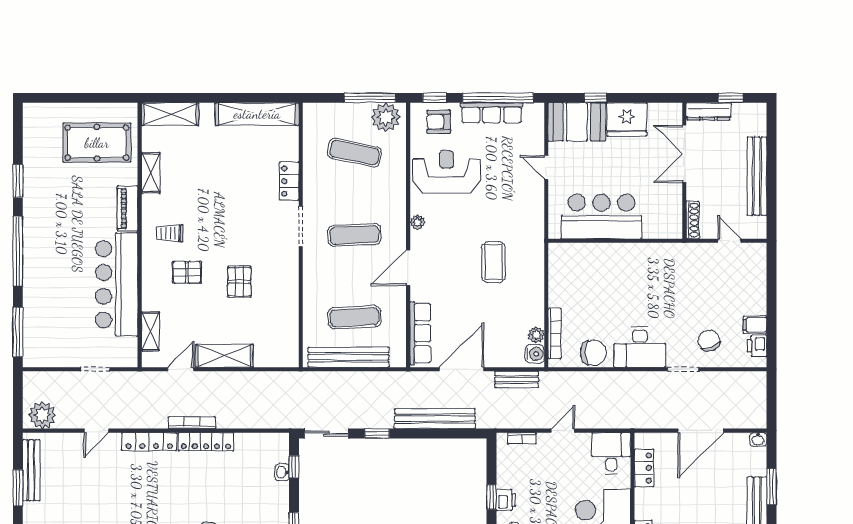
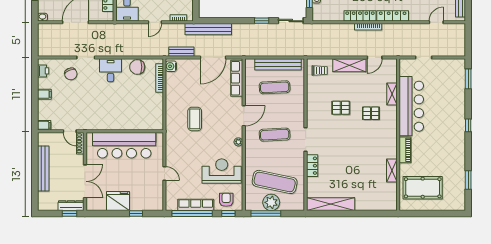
window: (731, 98) -> (69, 213), moved
shelving: (170, 114) -> (381, 204), removed
plant: (386, 117) -> (271, 202), moved
armchair: (439, 122) -> (226, 200), turned -90
booth: (577, 122) -> (147, 200), removed
exercise mat: (354, 153) -> (275, 182), width x1.36, depth x1.45
reception desk: (446, 172) -> (222, 171), turned 180
window: (18, 181) -> (468, 180), moved
bar counter: (601, 216) -> (124, 145), width x1.36
trolley: (170, 233) -> (320, 70), moved
door: (729, 241) -> (70, 131), moved
window: (18, 251) -> (468, 125), width x0.32
filing cabinet: (755, 251) -> (44, 125), added
pallet: (239, 282) -> (341, 108), turned 90
filing cabinet: (755, 325) -> (44, 94), moved
shelving: (150, 331) -> (392, 94), moved
window: (18, 332) -> (468, 79), width x0.69
plant: (536, 335) -> (170, 77), removed
desk: (640, 347) -> (111, 70), width x0.73
plant: (42, 415) -> (454, 31), removed
bench: (435, 419) -> (208, 29), moved
door: (96, 431) -> (436, 22), moved

